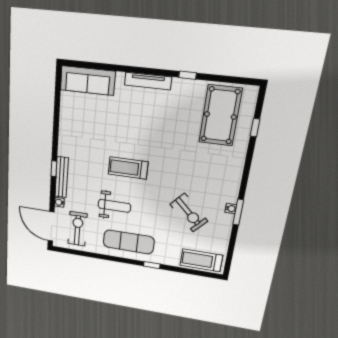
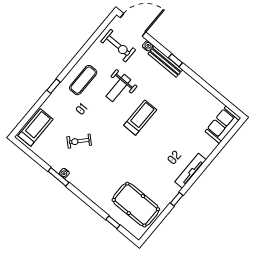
sofa: (88, 81) -> (223, 125), width x0.73
exercise bike: (189, 213) -> (79, 141), width x0.73, depth x0.72
exercise mat: (129, 242) -> (83, 80), width x0.73, depth x0.69

